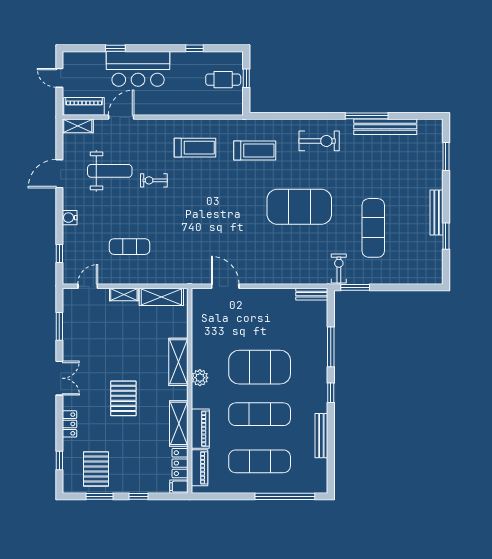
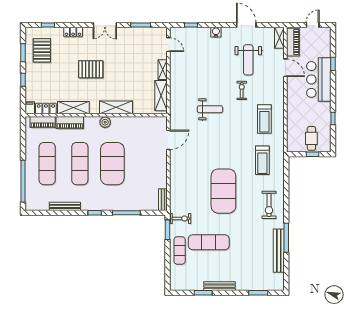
weight bench: (181, 226) -> (210, 109), added
exercise mat: (130, 247) -> (180, 250), moved
pallet: (96, 469) -> (42, 50), turned 90

